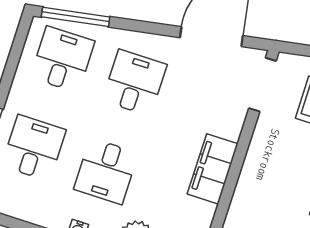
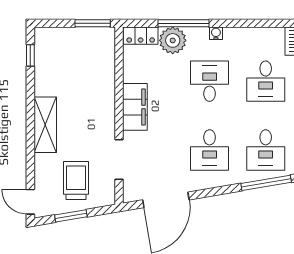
doorway: (263, 85) -> (119, 159), moved

